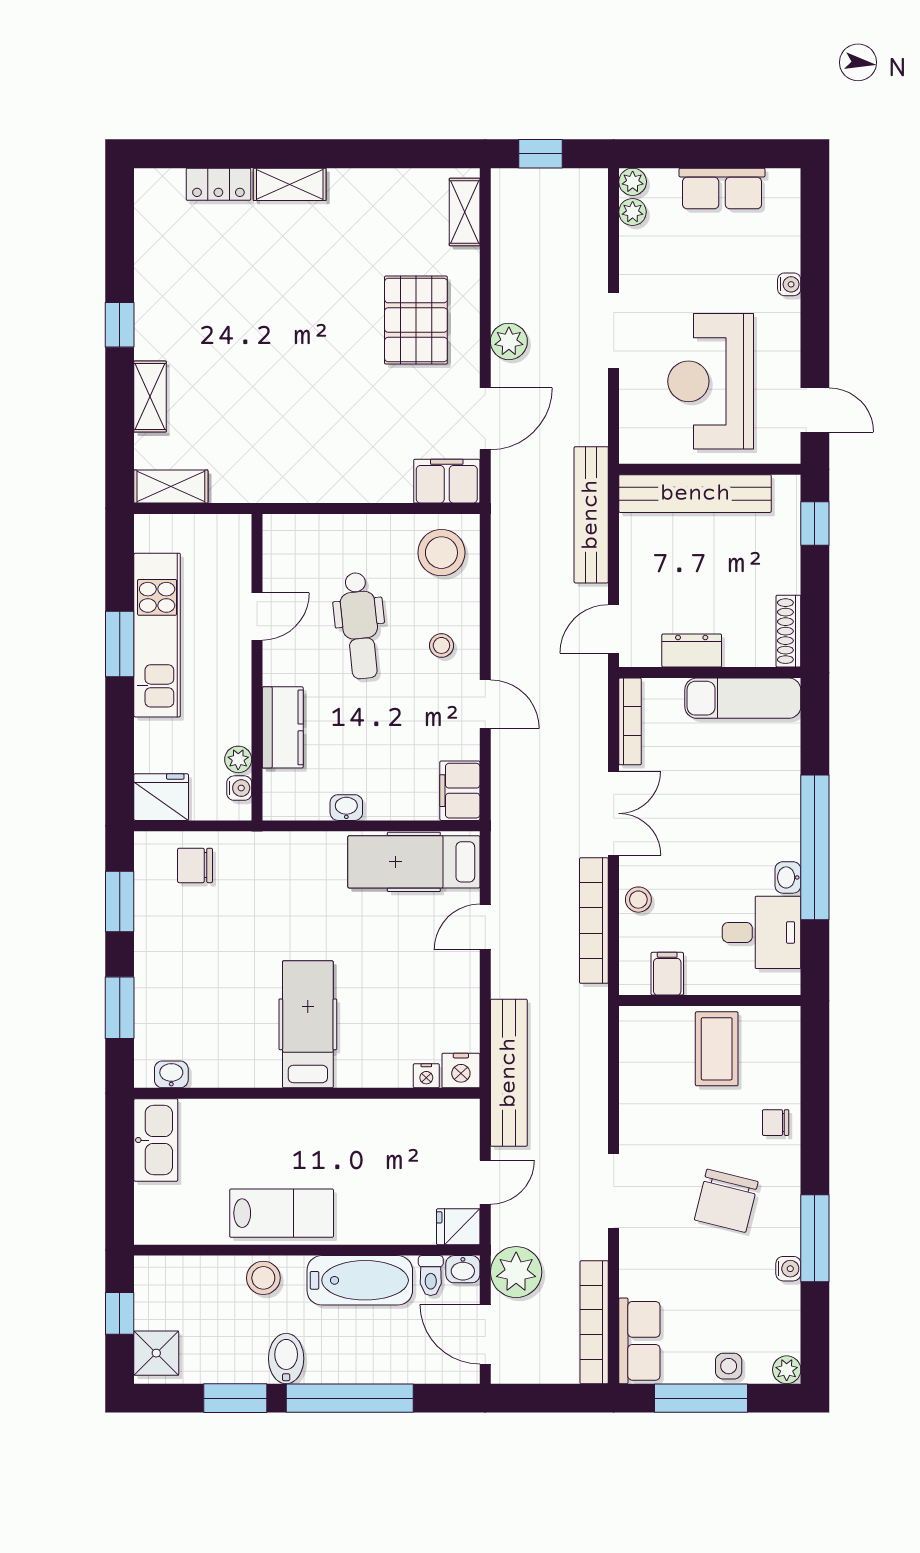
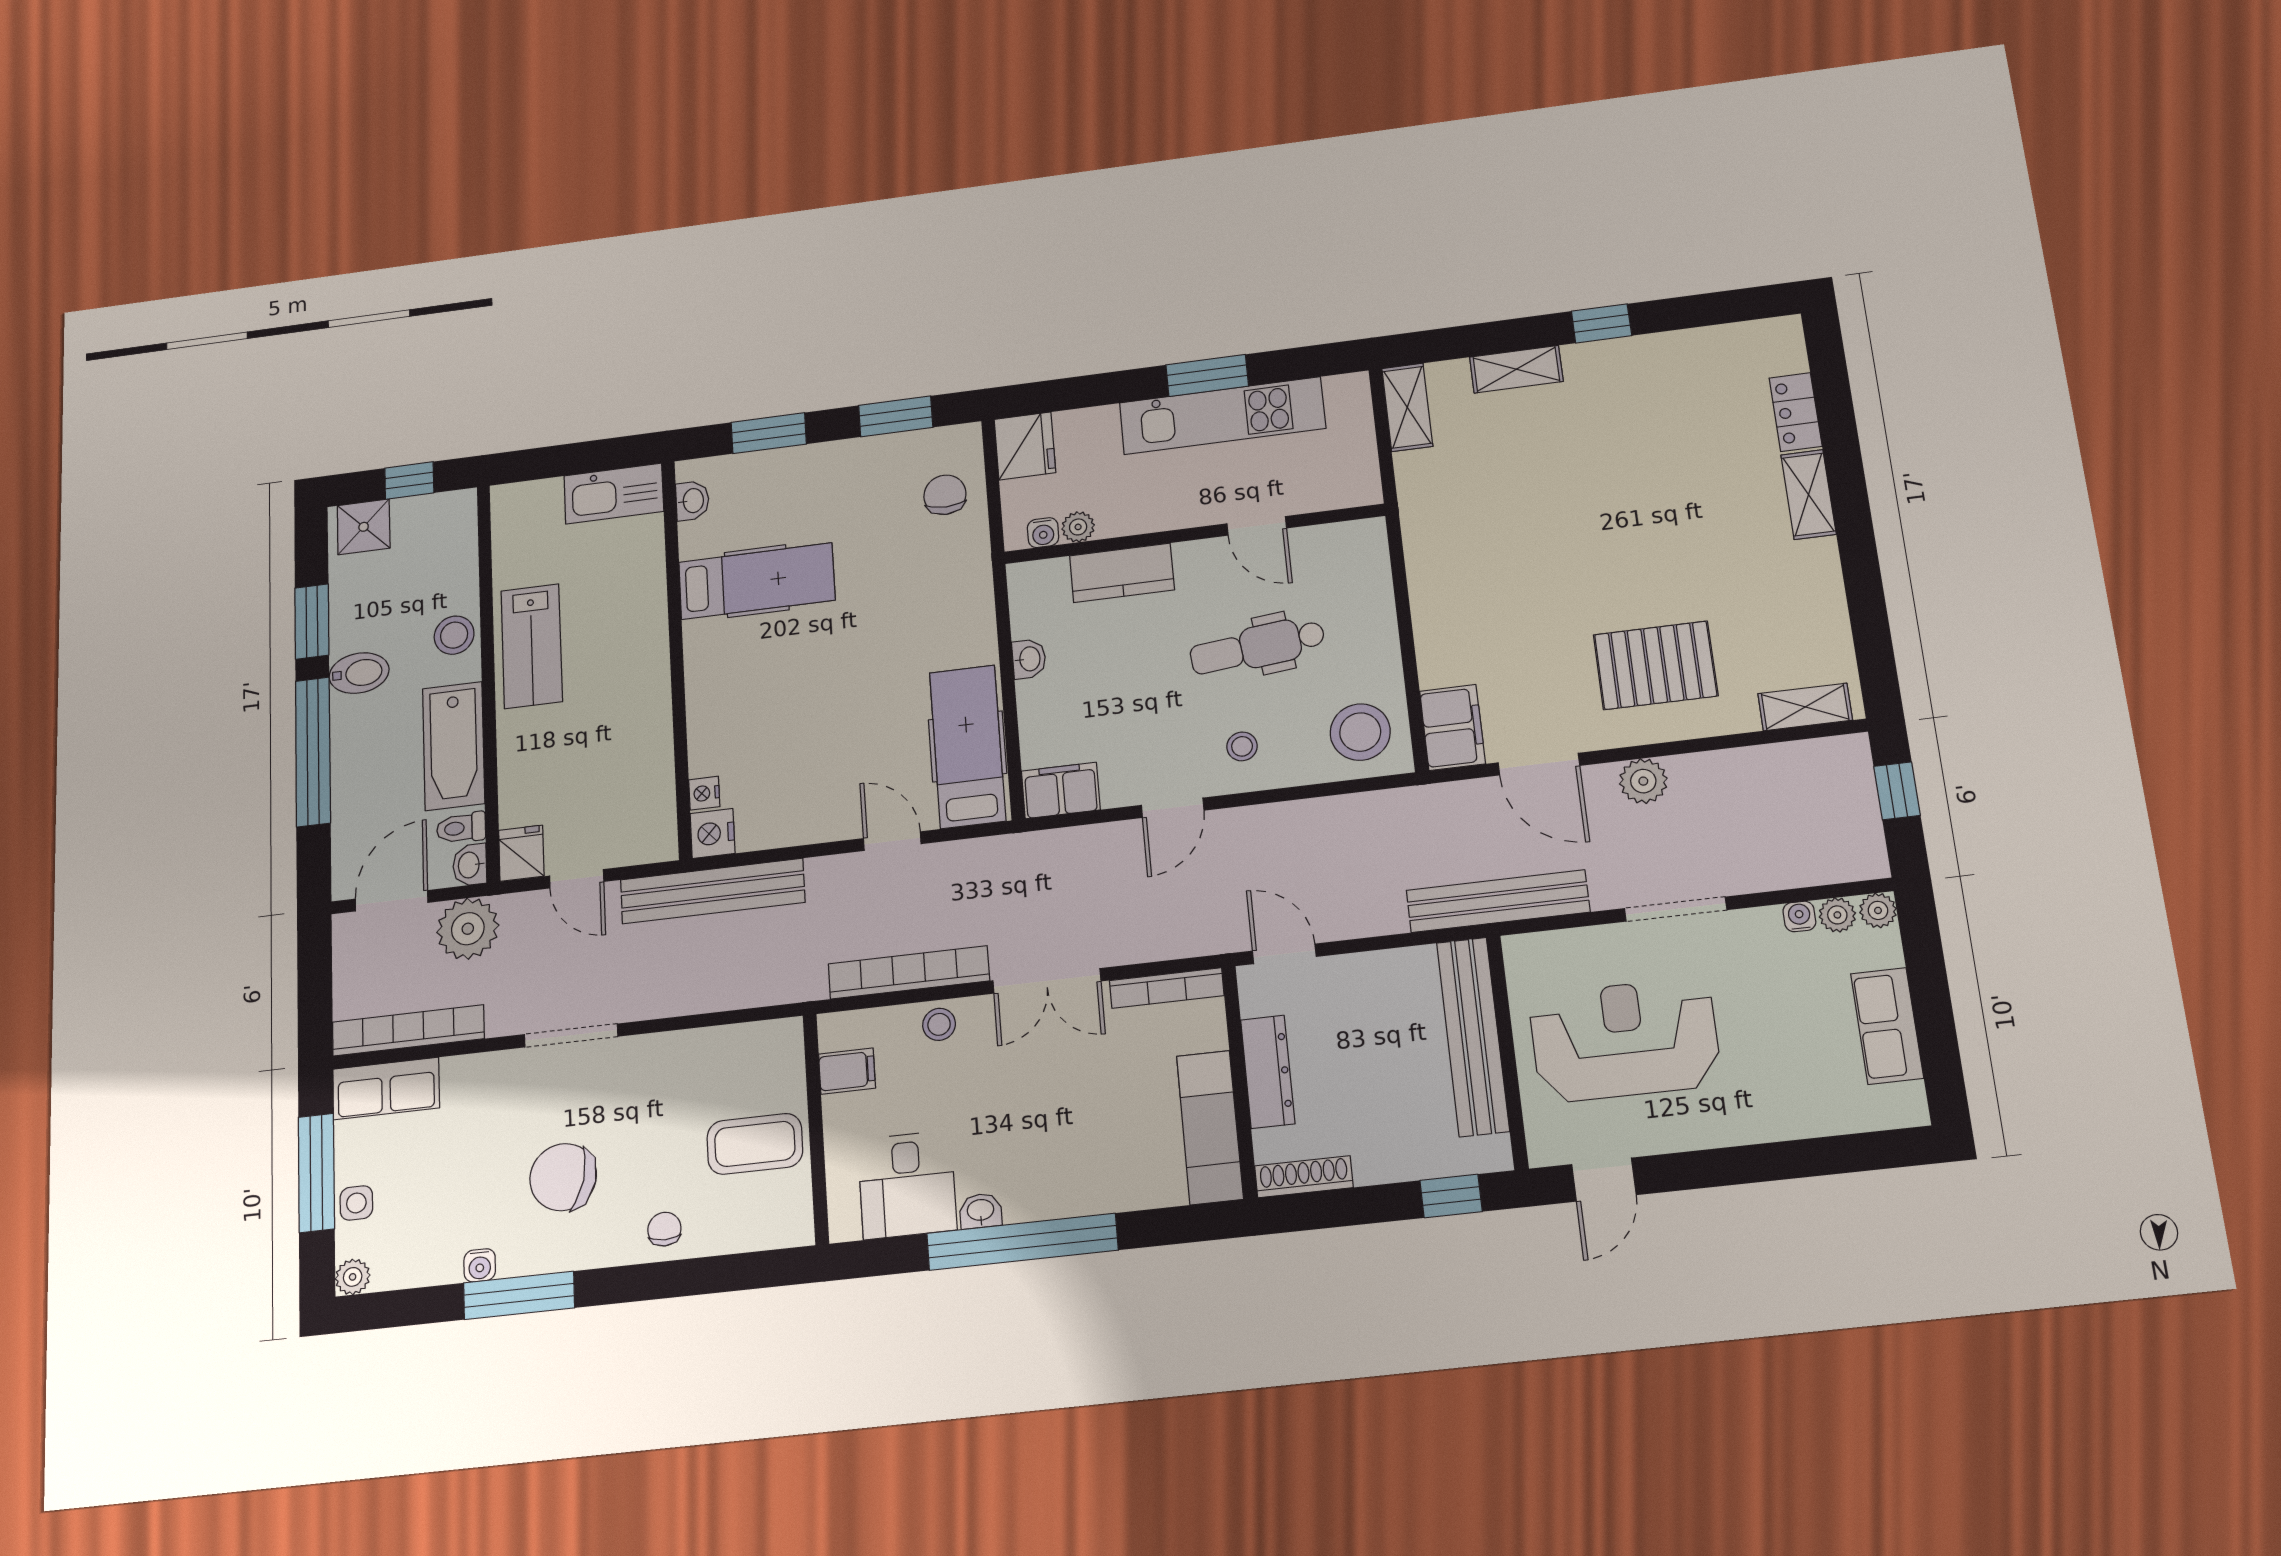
water cooler: (789, 284) -> (1799, 916), moved, turned 180
bench: (591, 515) -> (1498, 901), moved
dresser: (692, 650) -> (1268, 1072), width x1.44
hospital bed: (308, 1024) -> (757, 581), moved

